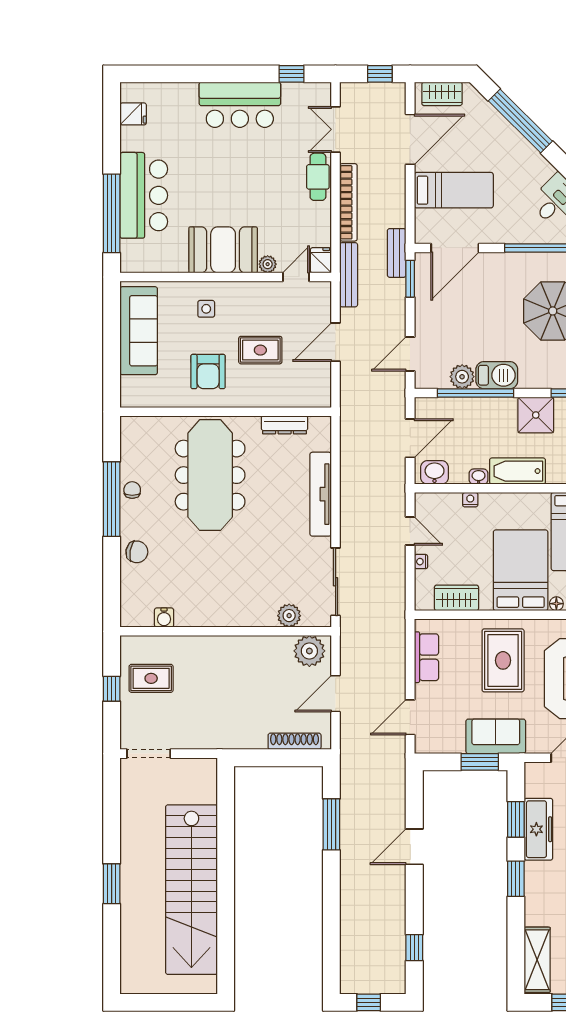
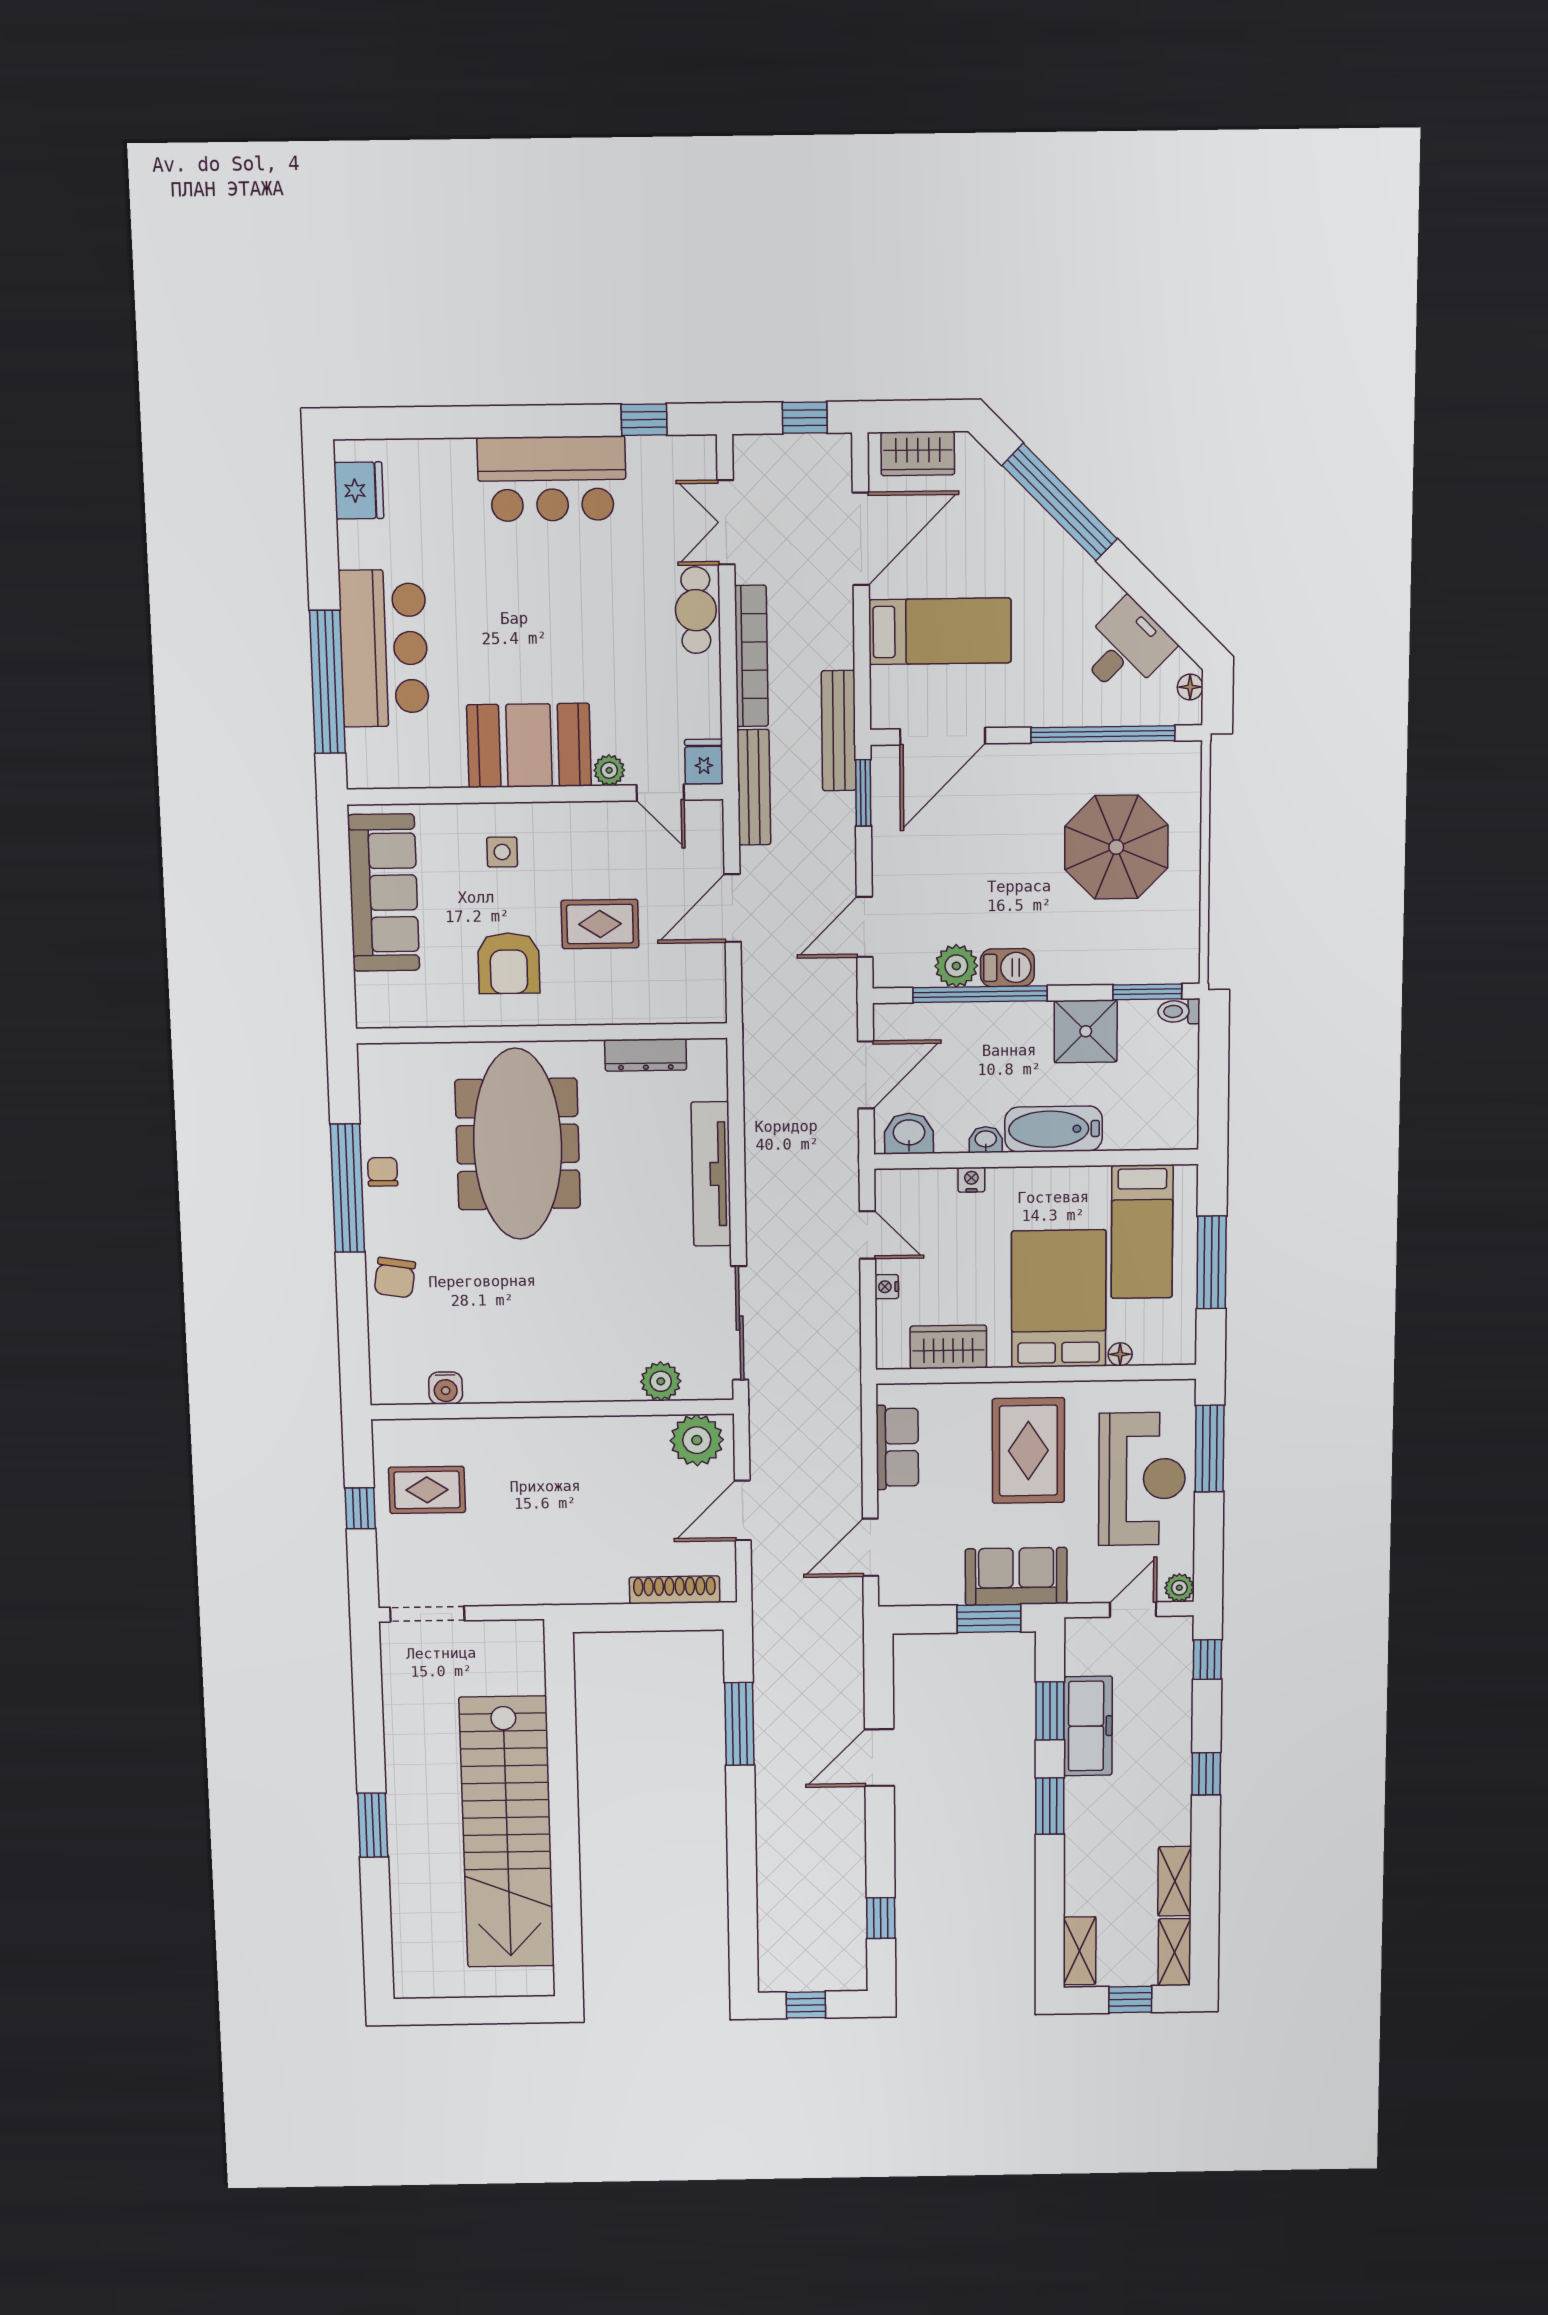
fridge: (133, 114) -> (359, 490), width x1.38
bench: (397, 253) -> (839, 731), width x1.36
door: (296, 277) -> (660, 793), swing flipped
barbecue: (497, 375) -> (1007, 968), width x0.73, depth x0.79
chair: (137, 552) -> (395, 1278), turned 89
shelving: (537, 960) -> (1080, 1951), width x0.67, depth x0.75

